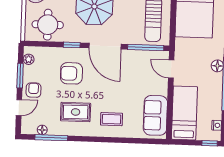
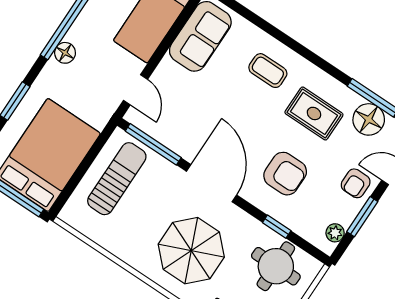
window: (72, 45) -> (277, 227), moved
floor lamp: (42, 130) -> (369, 119), width x1.89, depth x1.89

